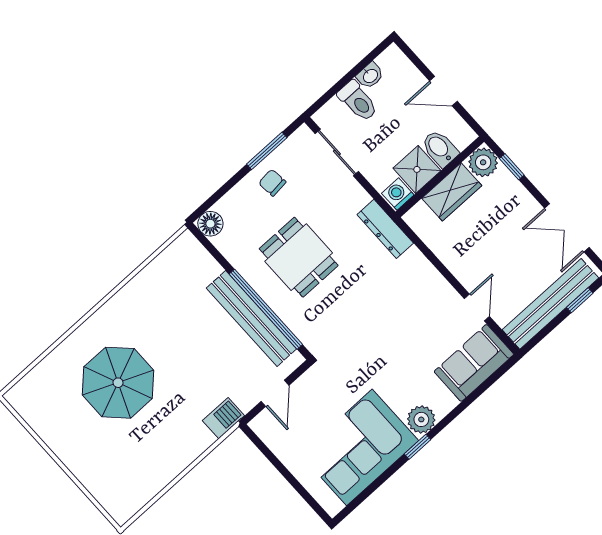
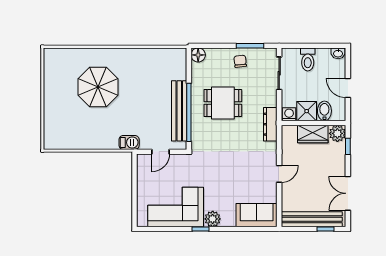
washbasin: (370, 76) -> (338, 53), moved
dining table: (299, 257) -> (223, 103), turned 90
door: (477, 307) -> (279, 174), moved

